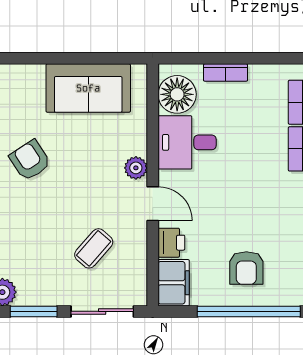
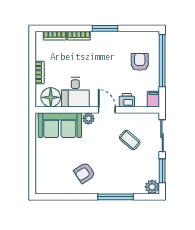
sofa: (88, 88) -> (60, 125), moved, turned 90
door: (153, 204) -> (107, 110), hinge flipped
armchair: (246, 268) -> (140, 62), turned -90
filing cabinet: (174, 283) -> (153, 99), width x0.50

